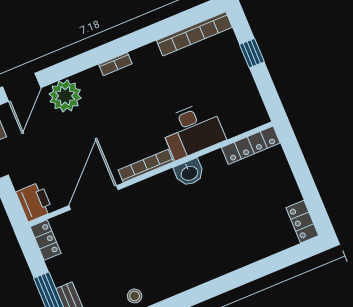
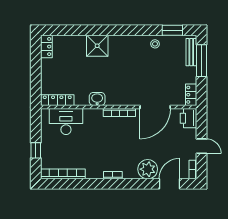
desk: (192, 130) -> (66, 122), moved
shower: (224, 256) -> (97, 46), added

